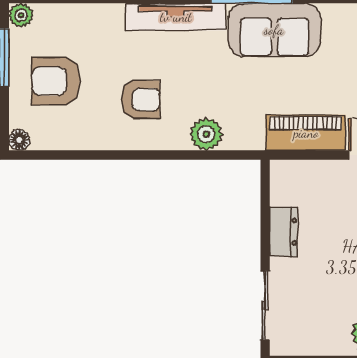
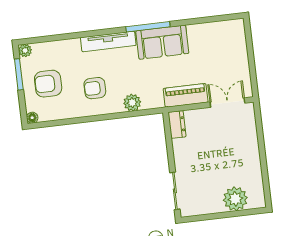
armchair: (141, 99) -> (95, 88), turned 180
dresser: (284, 232) -> (177, 124), moved

